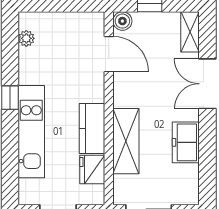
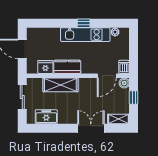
dishwasher: (92, 21) -> (124, 67), added
kitchen unit: (31, 132) -> (85, 35), moved
freezer: (186, 142) -> (46, 117), moved

